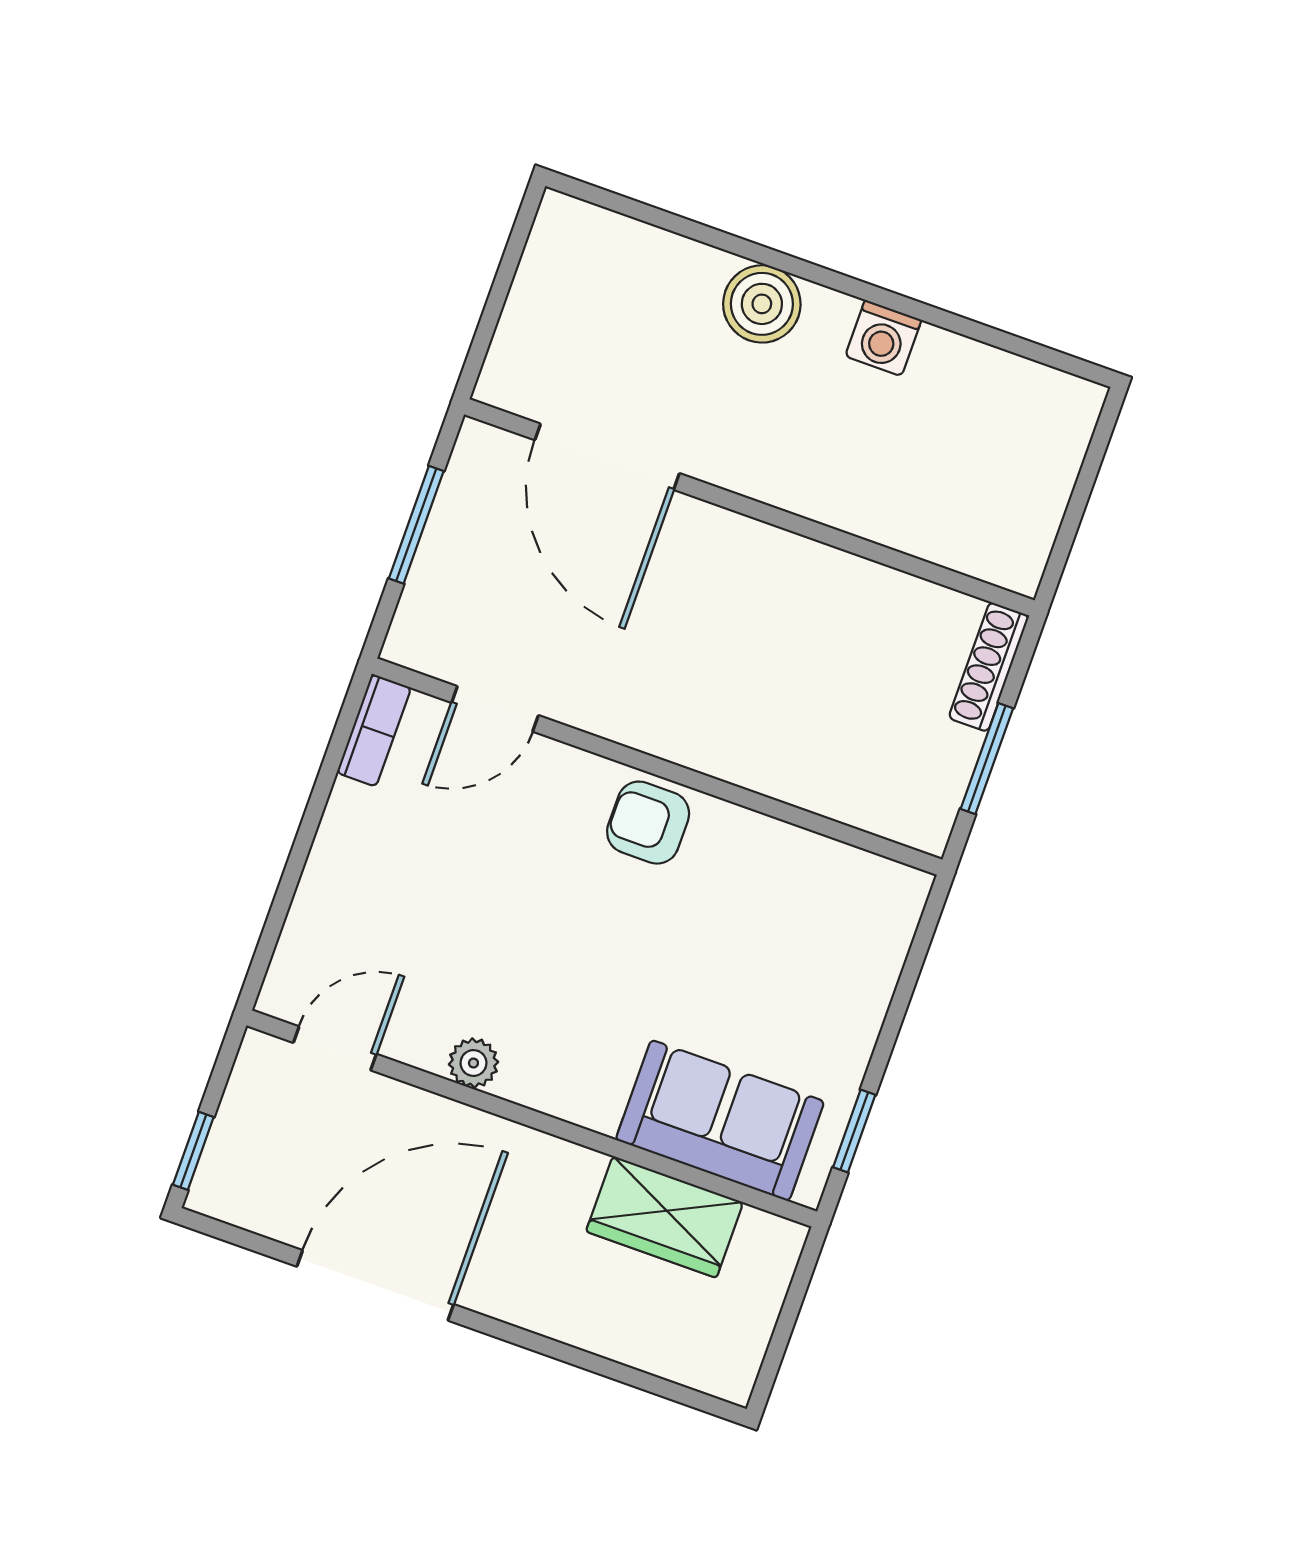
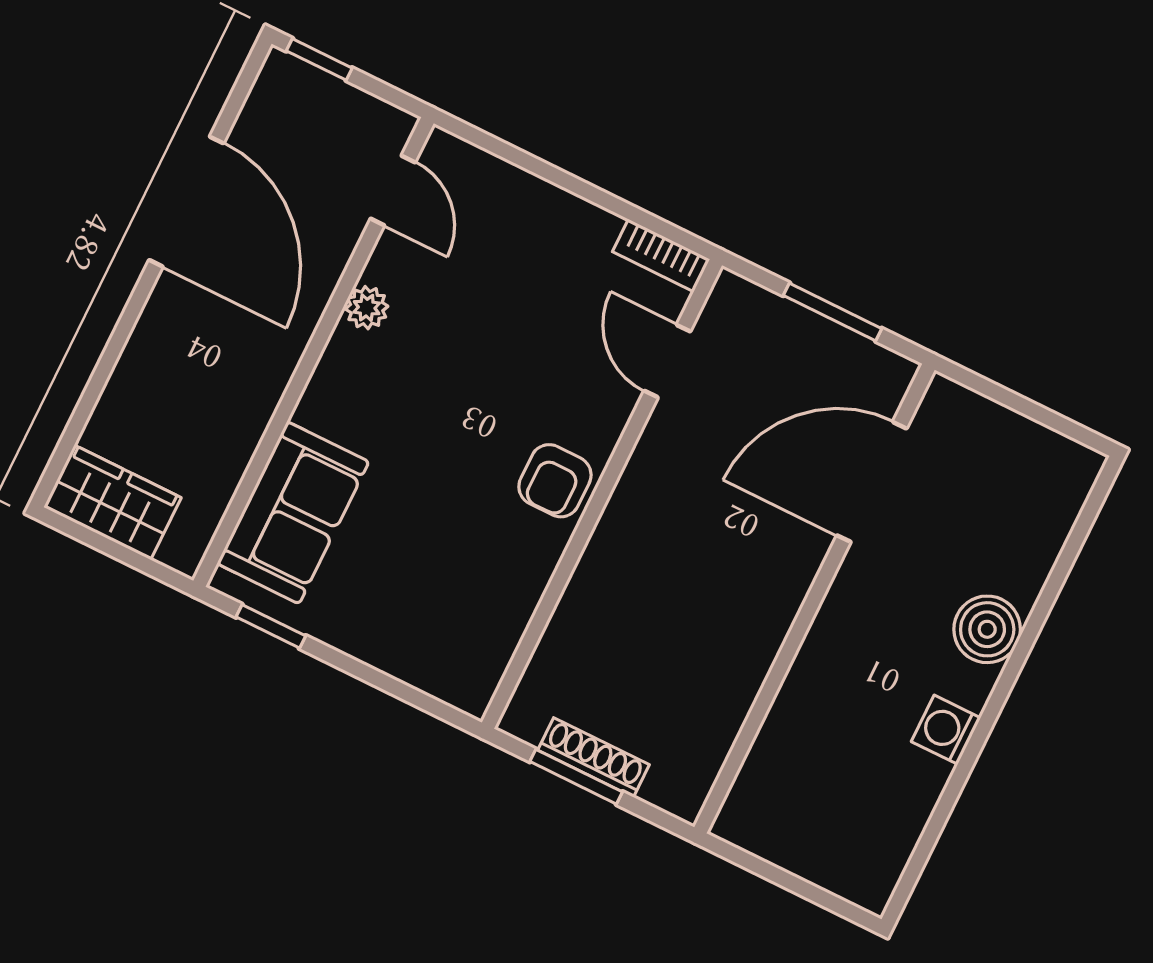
shoe rack: (989, 667) -> (593, 757), moved
armchair: (648, 823) -> (555, 481), turned 180
wardrobe: (665, 1217) -> (112, 502), moved, turned 90

